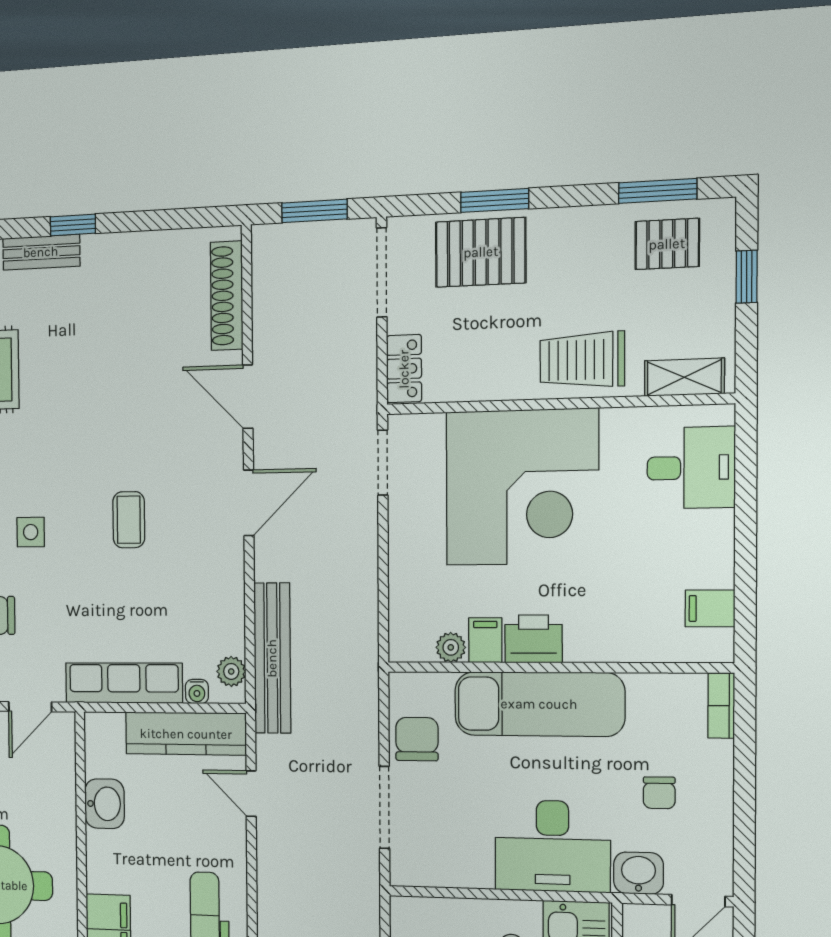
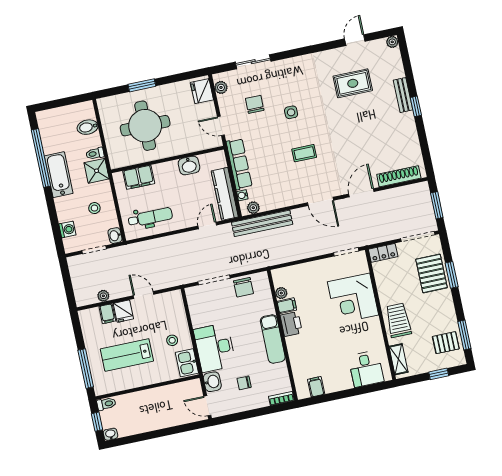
pallet: (667, 244) -> (446, 343), turned 90
corner desk: (522, 487) -> (353, 298), width x0.74, depth x0.74
exam couch: (539, 704) -> (273, 339), width x0.73, depth x0.69
chair: (417, 739) -> (243, 287), turned 90

